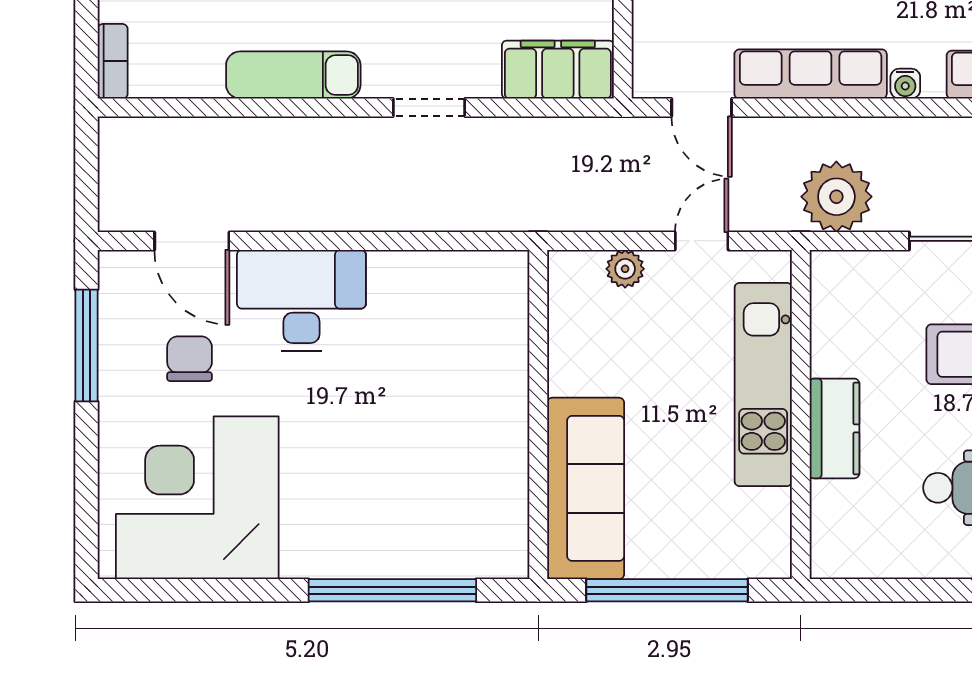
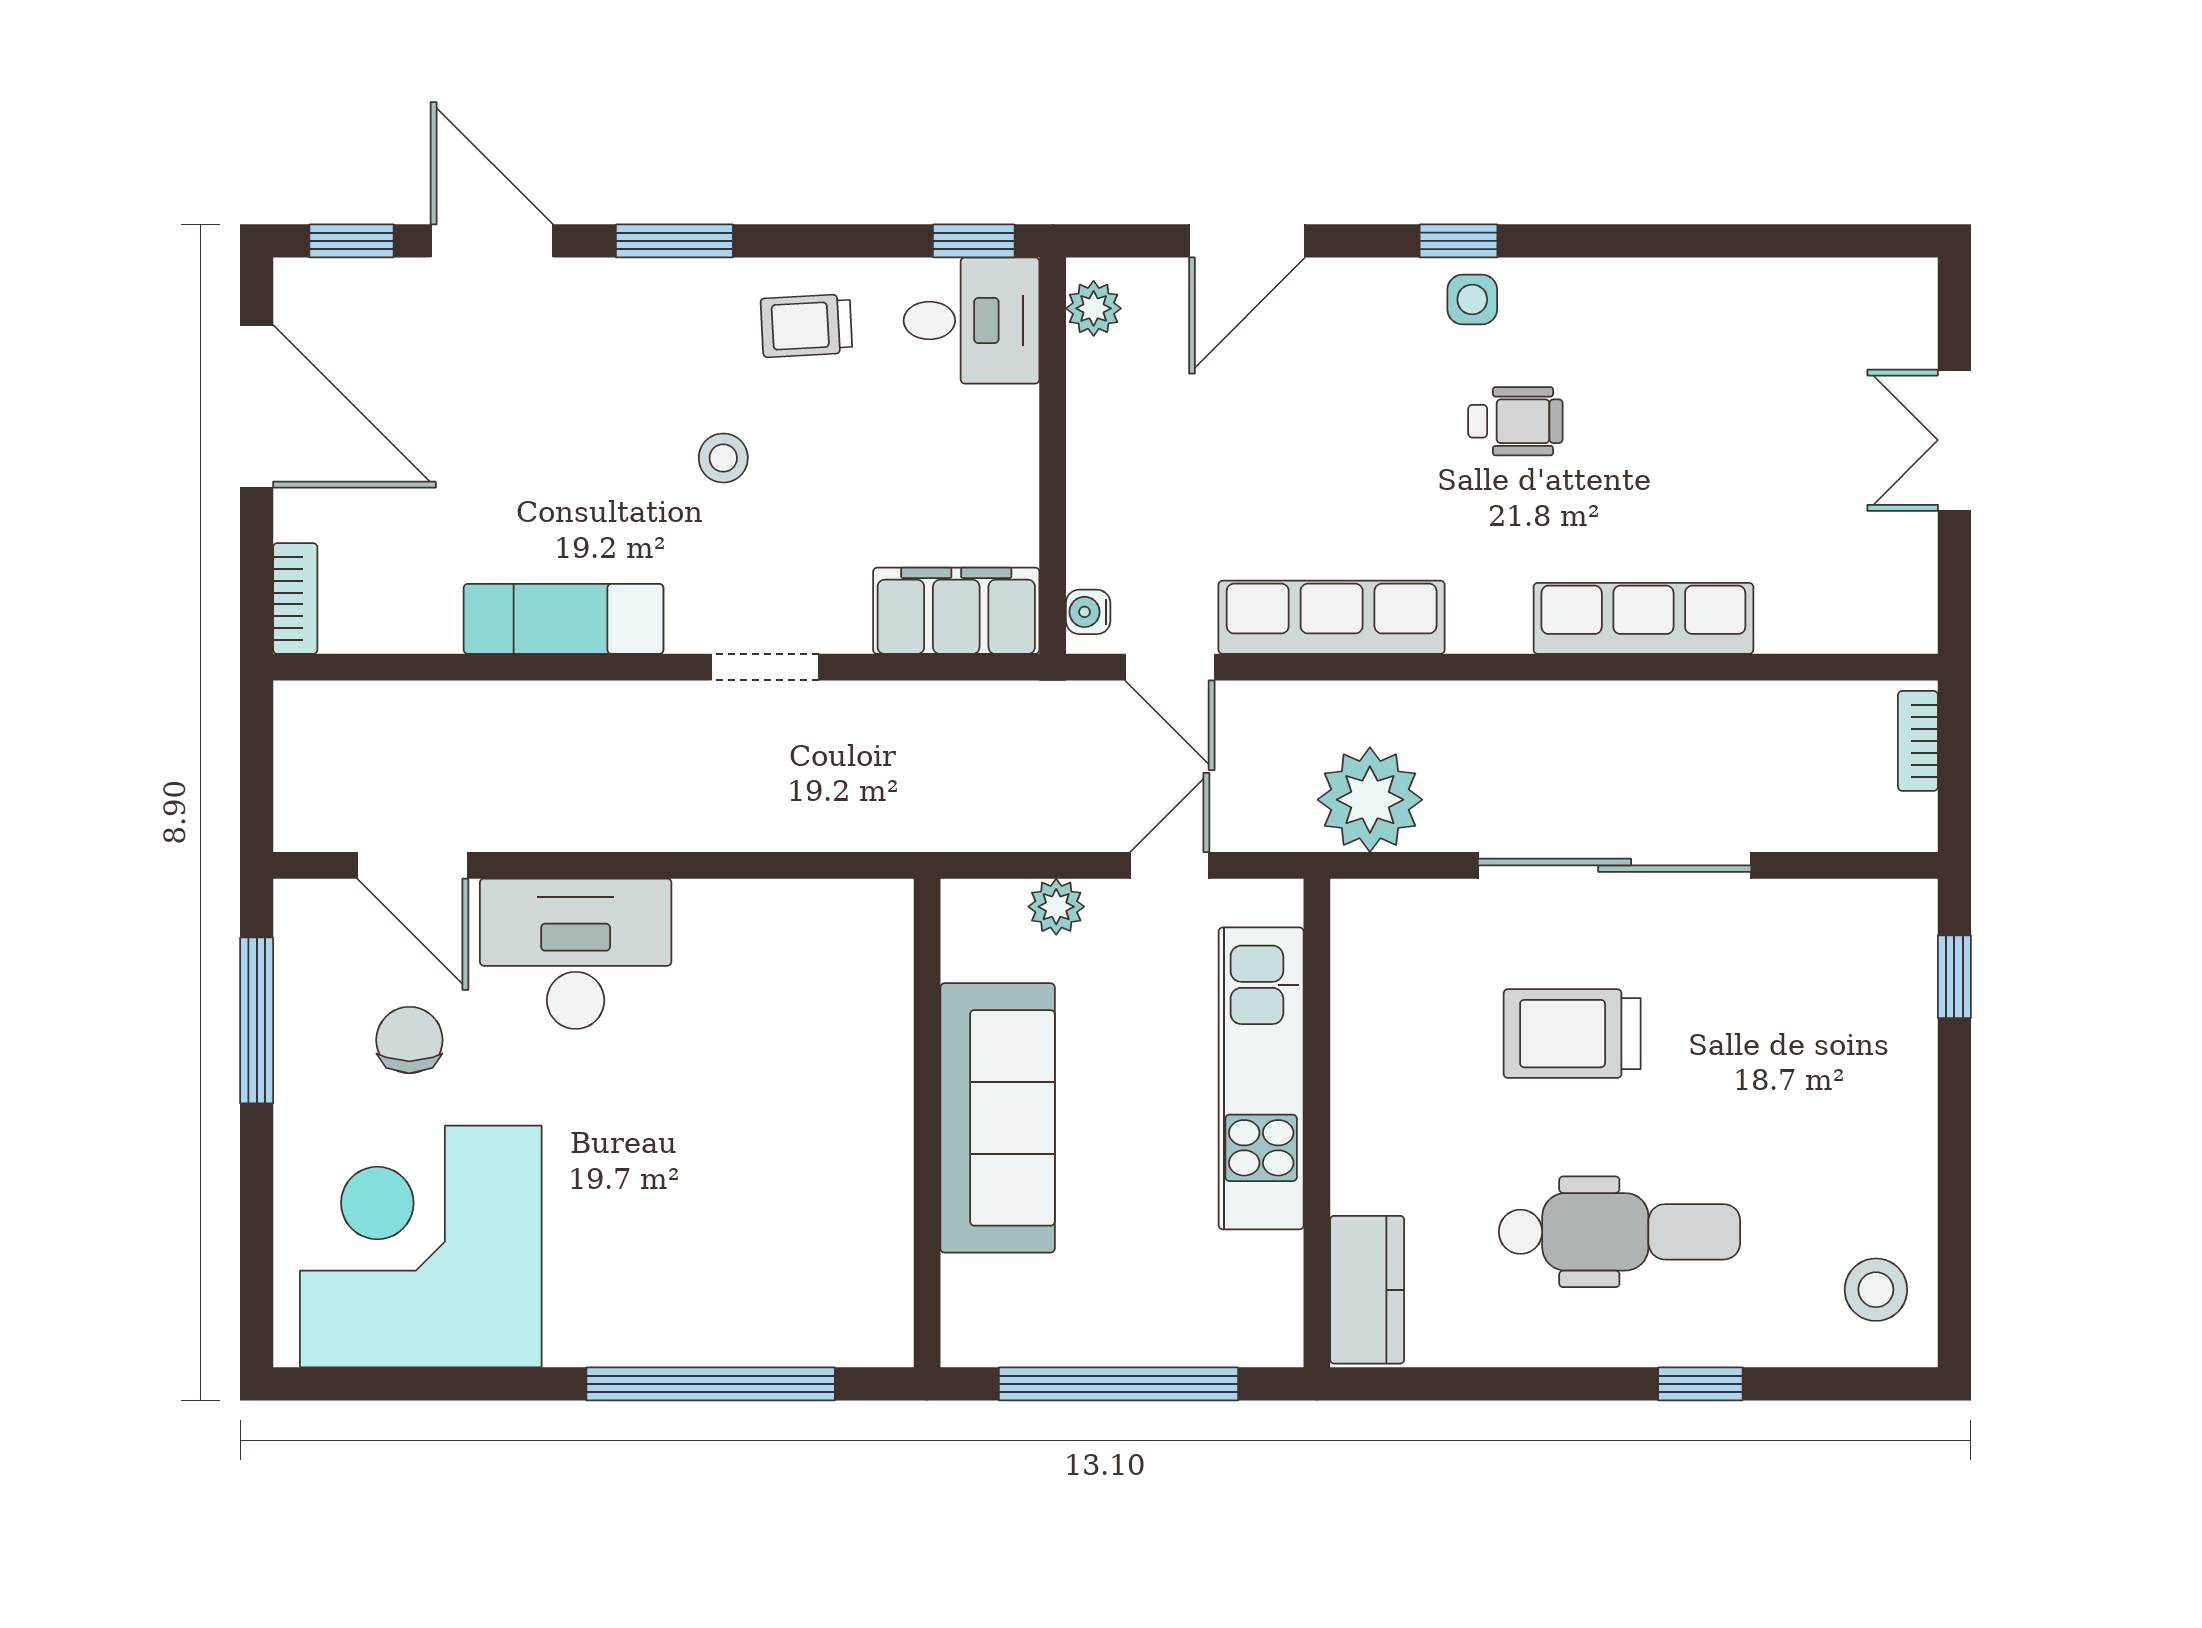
water cooler: (905, 84) -> (1088, 612), moved, turned 90
kitchen counter: (834, 428) -> (1367, 1290), moved
sofa: (586, 488) -> (998, 1118), moved

